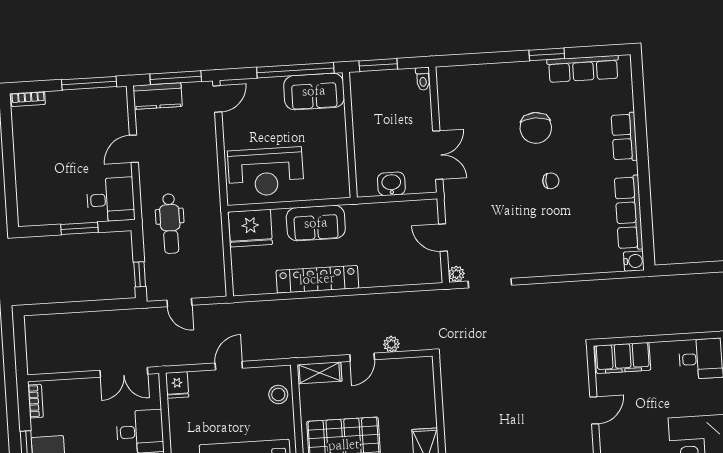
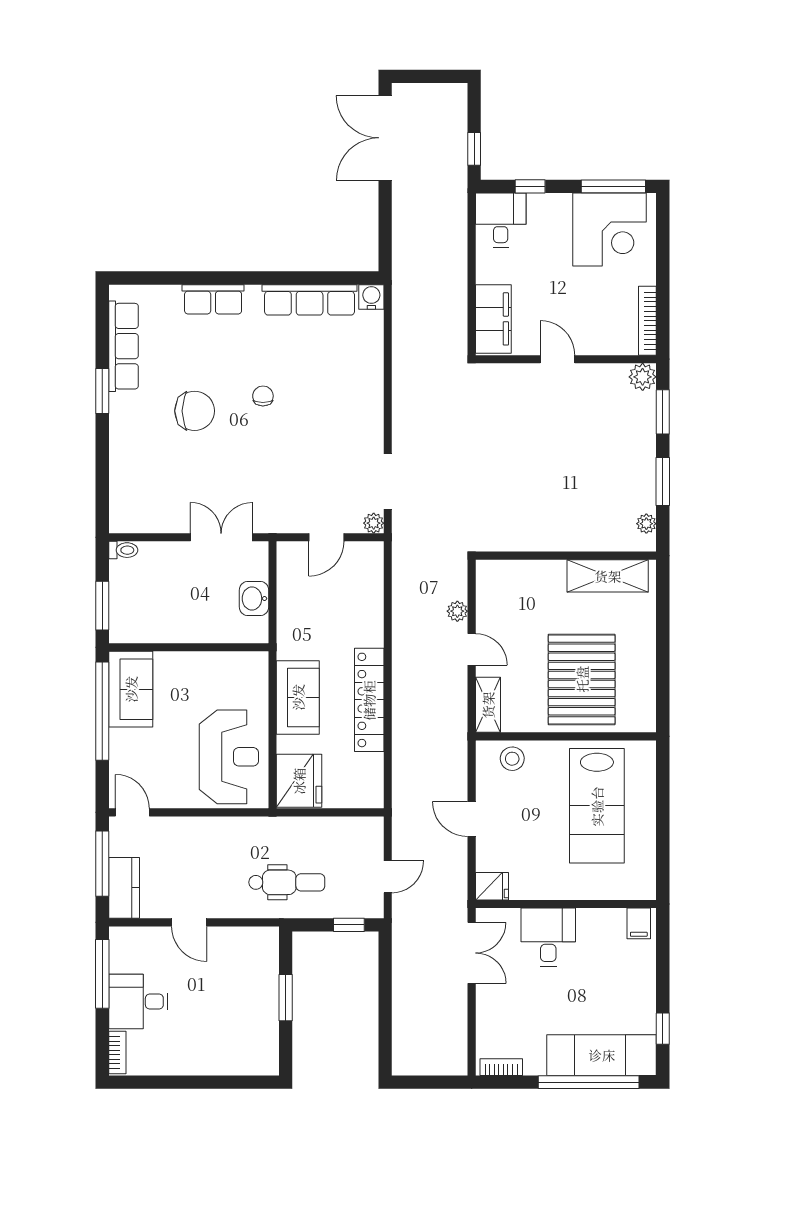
desk: (111, 200) -> (138, 1002), moved, turned -90

